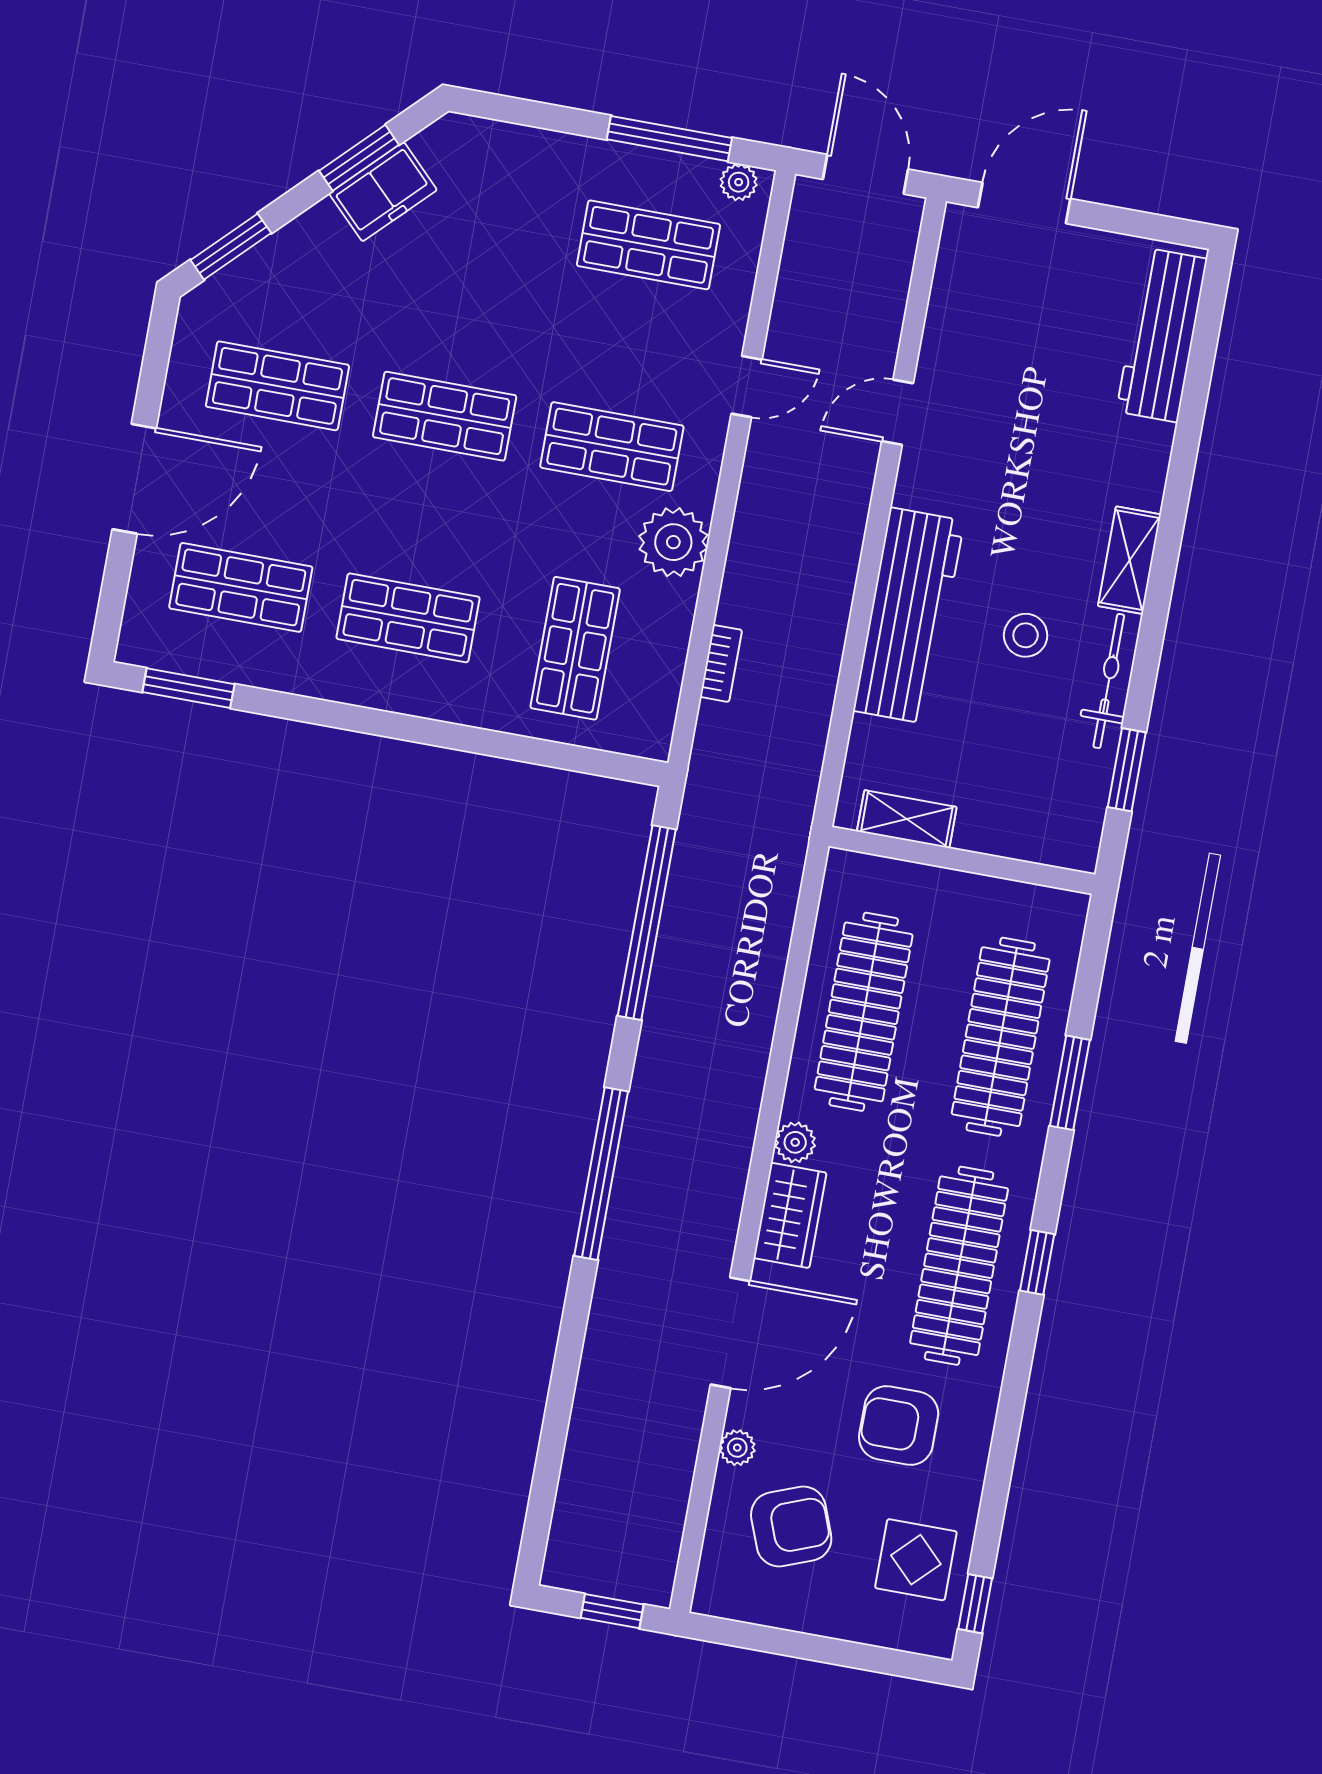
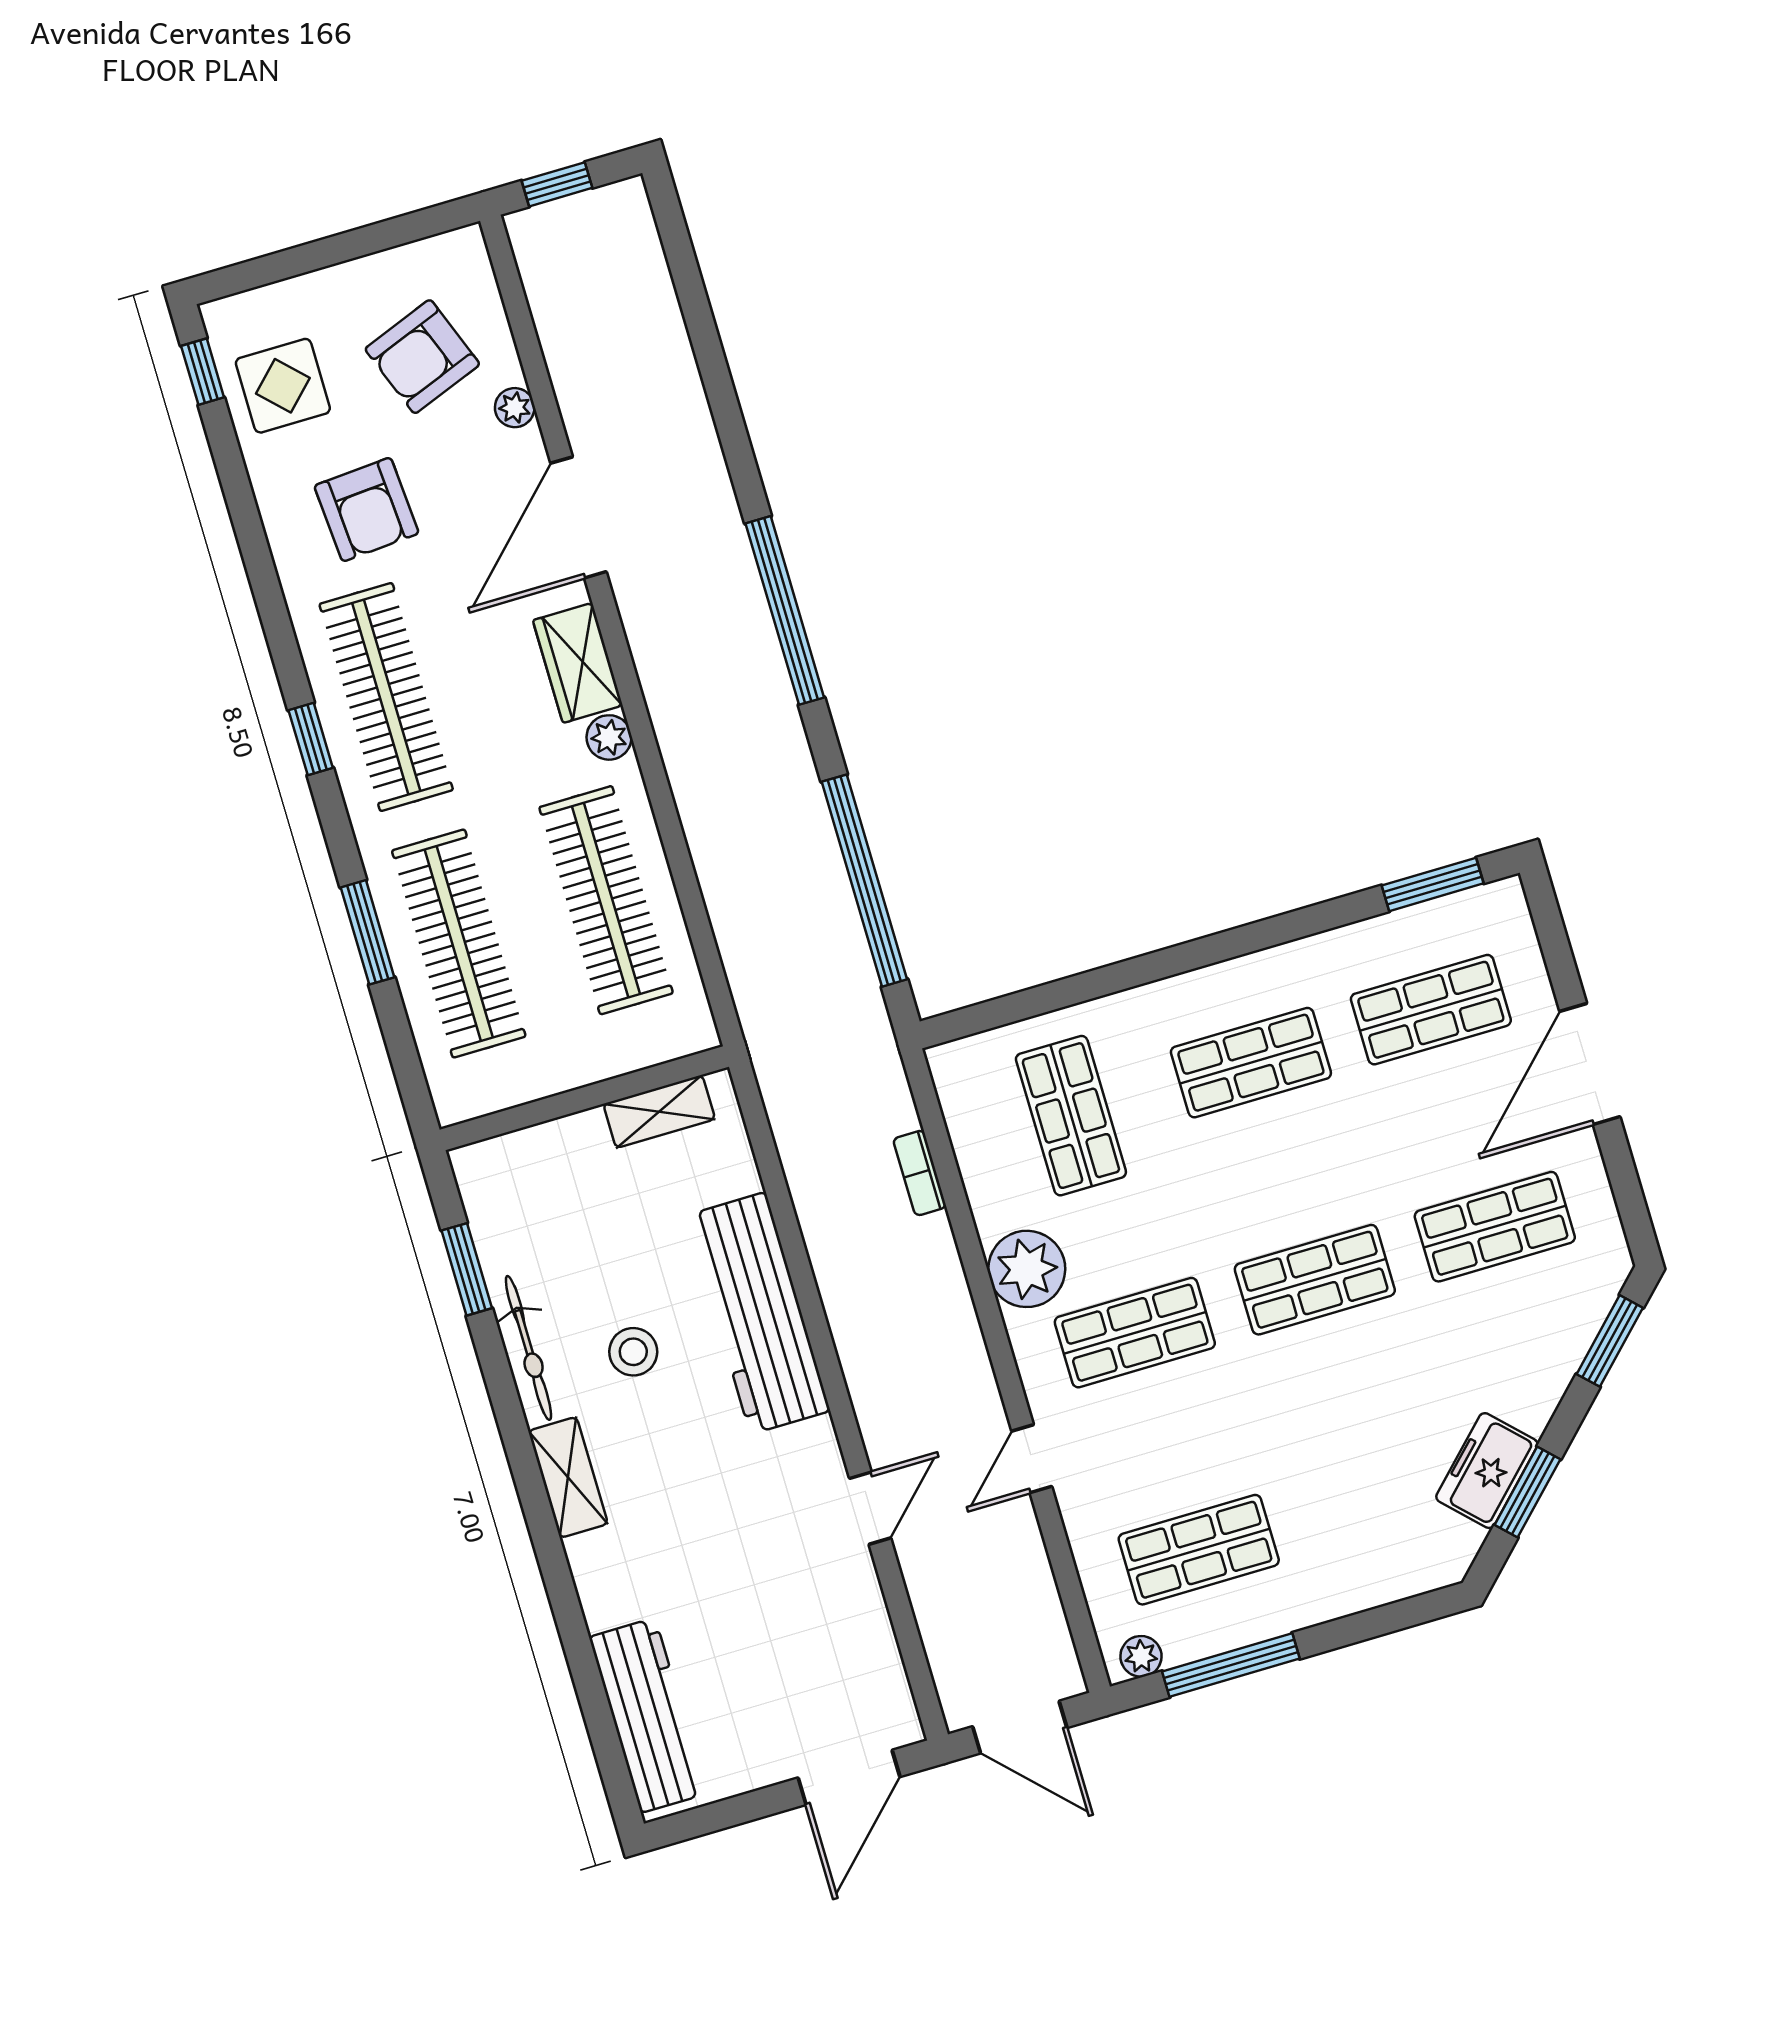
armchair: (899, 1425) -> (367, 509), turned 86

